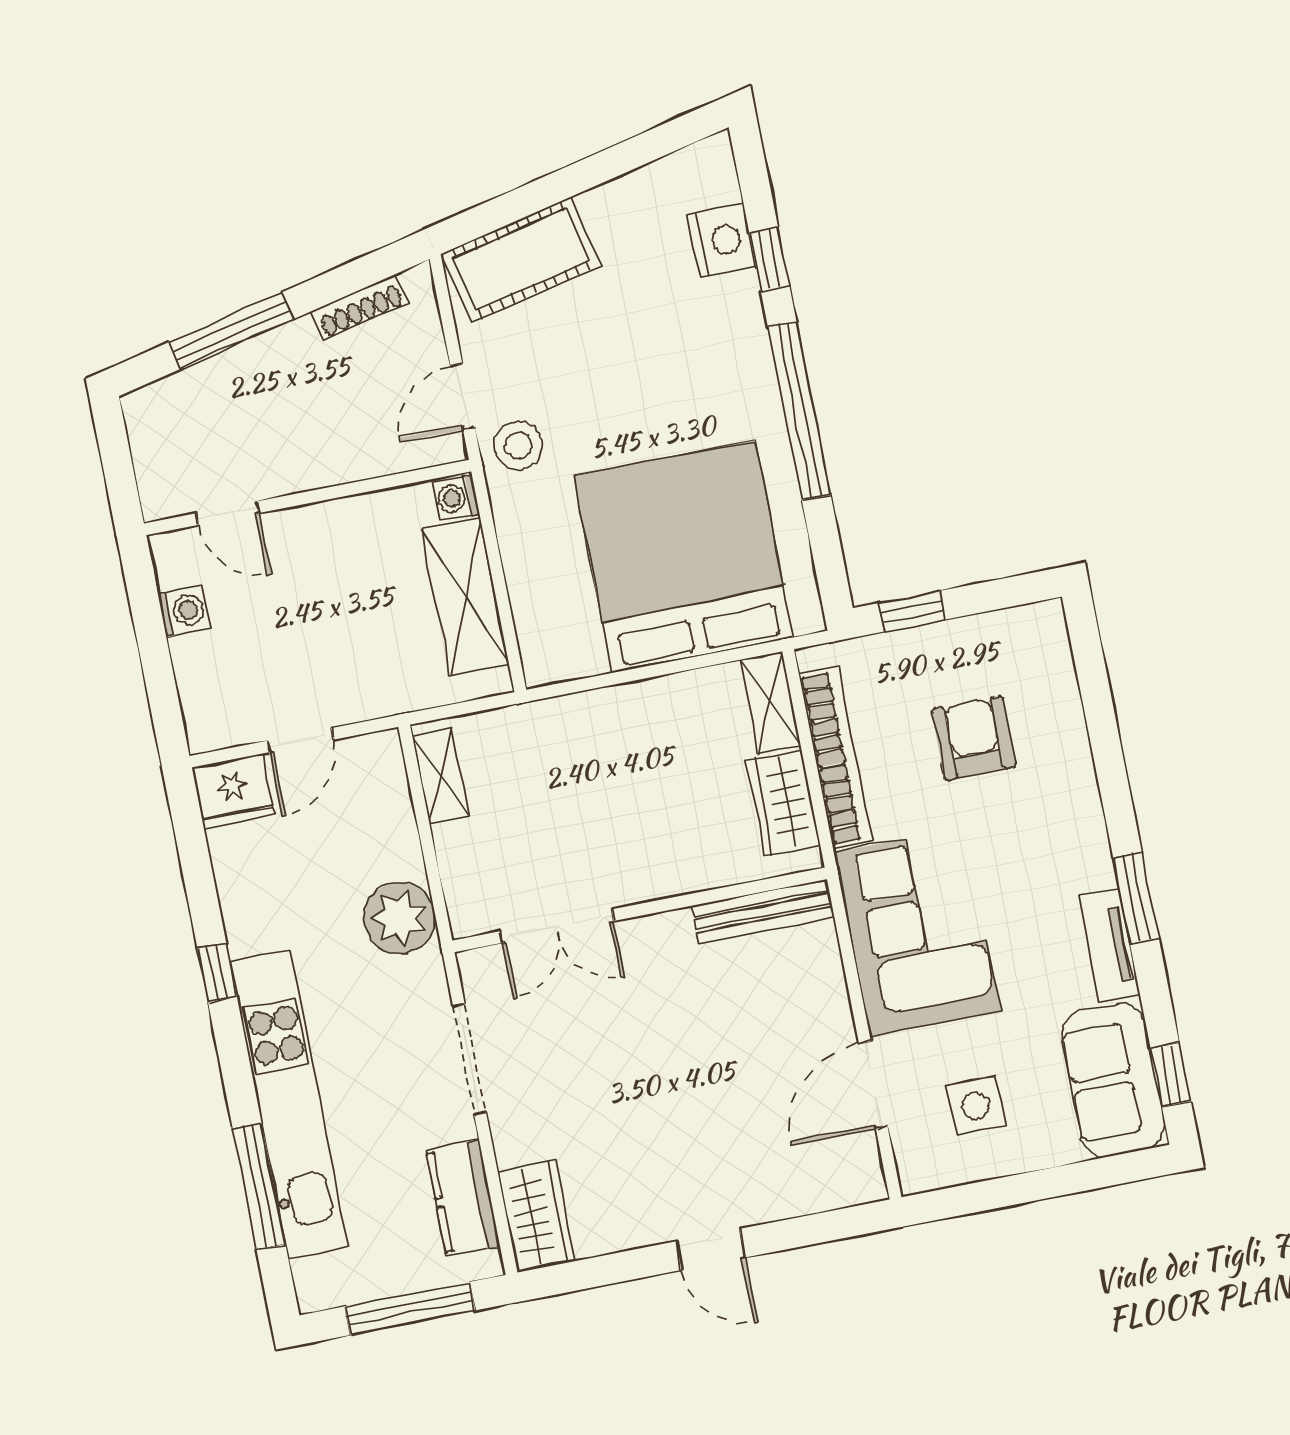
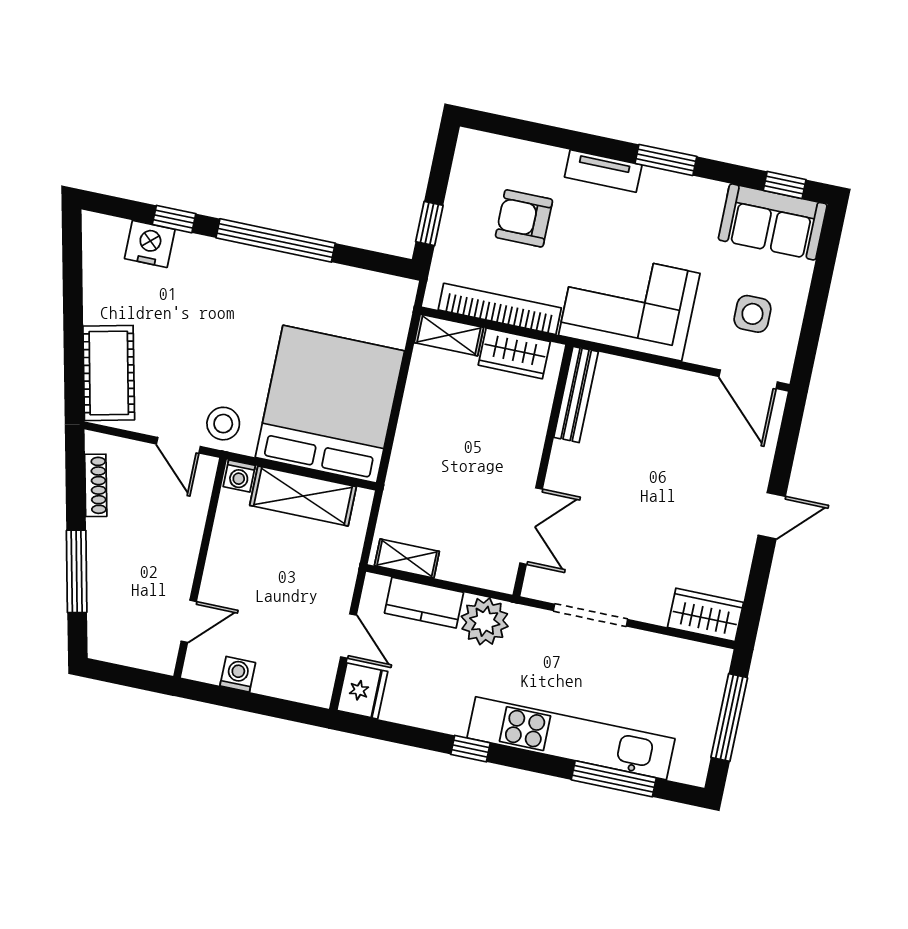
bed: (684, 557) -> (330, 404), moved, turned 90
tv unit: (1109, 946) -> (603, 171), moved
door: (873, 1085) -> (748, 379), moved
kitchen counter: (463, 1198) -> (424, 603), moved

